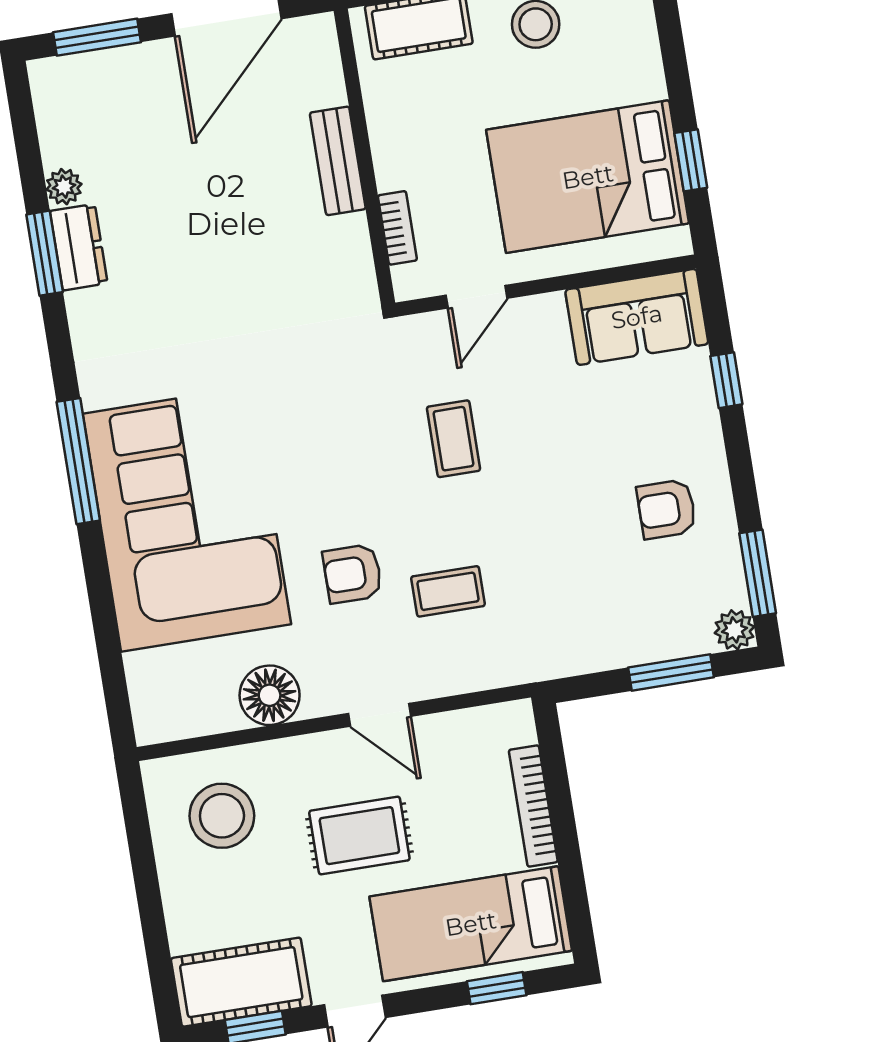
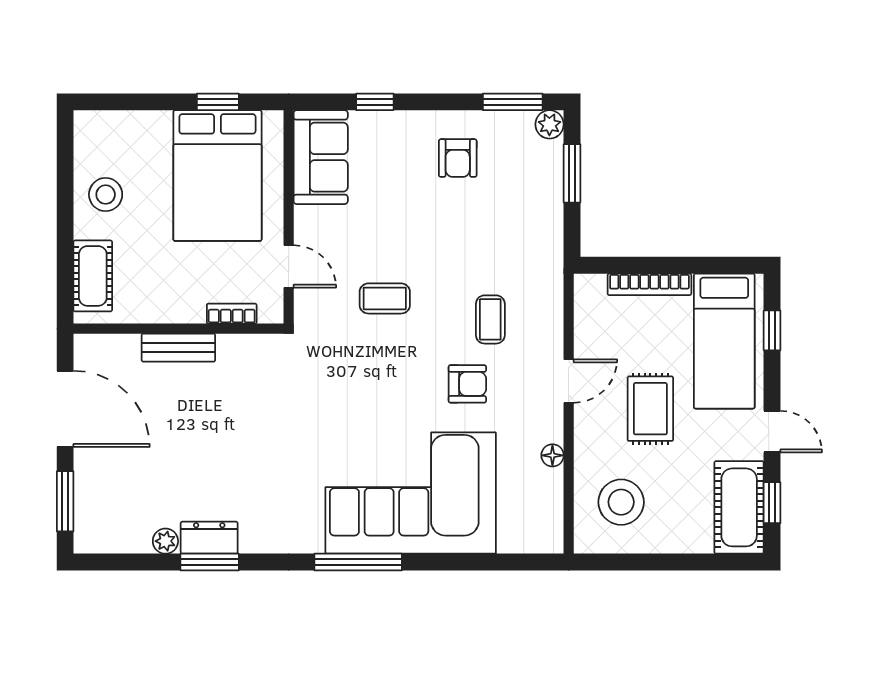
armchair: (353, 574) -> (467, 384), turned -90
floor lamp: (270, 695) -> (552, 455), width x0.53, depth x0.53

